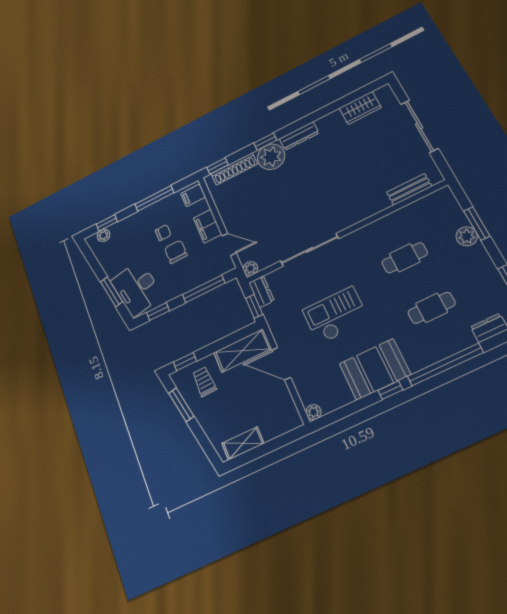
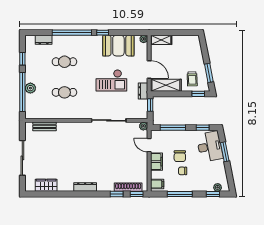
window: (265, 142) -> (117, 194), moved
plant: (271, 157) -> (105, 183), removed
window: (477, 224) -> (22, 92), width x2.11
dresser: (261, 292) -> (143, 91), moved
booth: (375, 369) -> (118, 46), moved
shelving: (243, 443) -> (161, 40), moved

